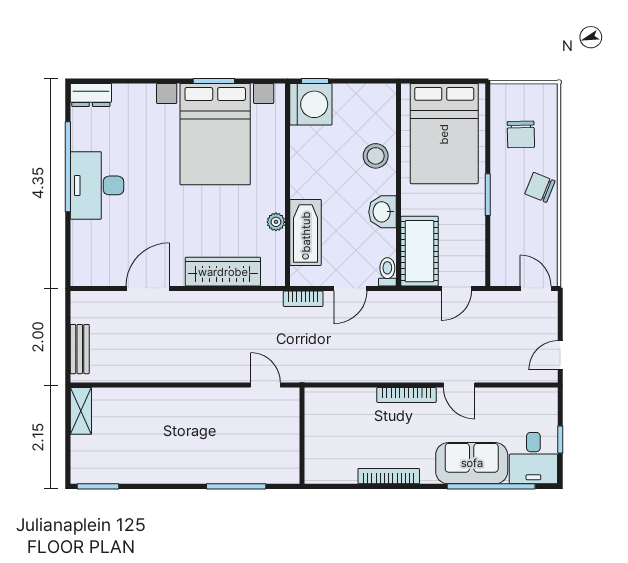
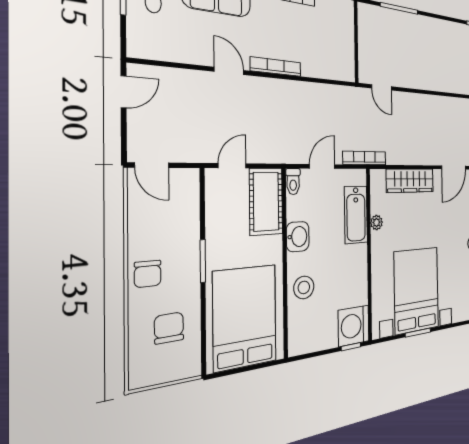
chair: (540, 187) -> (148, 274), turned 68
bookcase: (303, 299) -> (365, 158), width x1.56

